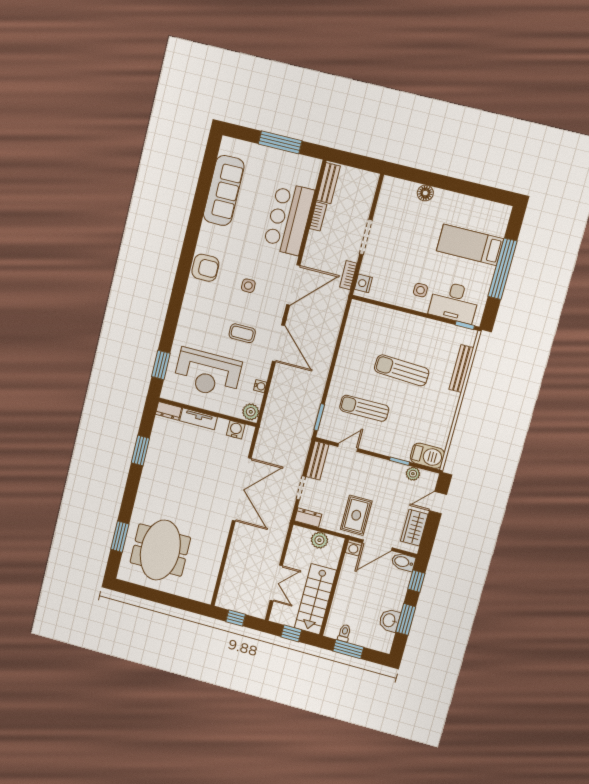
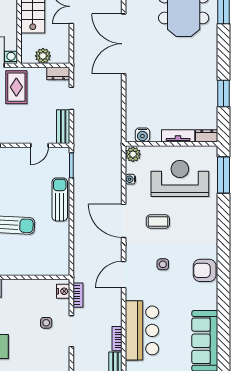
door: (293, 285) -> (124, 275), width x0.73
side table: (420, 290) -> (46, 323), moved
window: (161, 365) -> (224, 175), width x1.44
sun lounger: (364, 408) -> (60, 199), moved, turned -90
double door: (242, 489) -> (124, 44), moved

